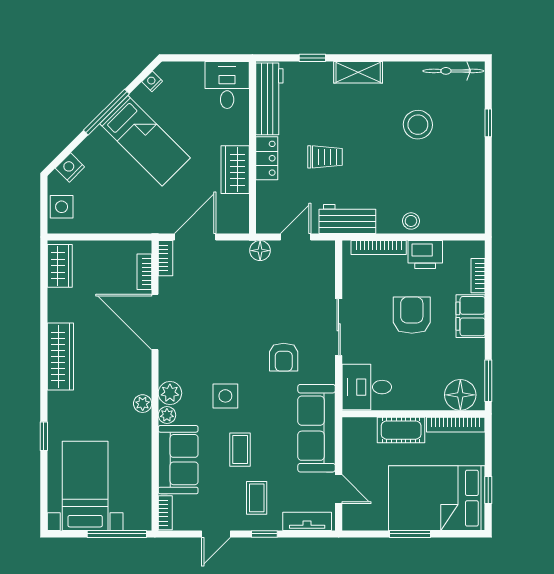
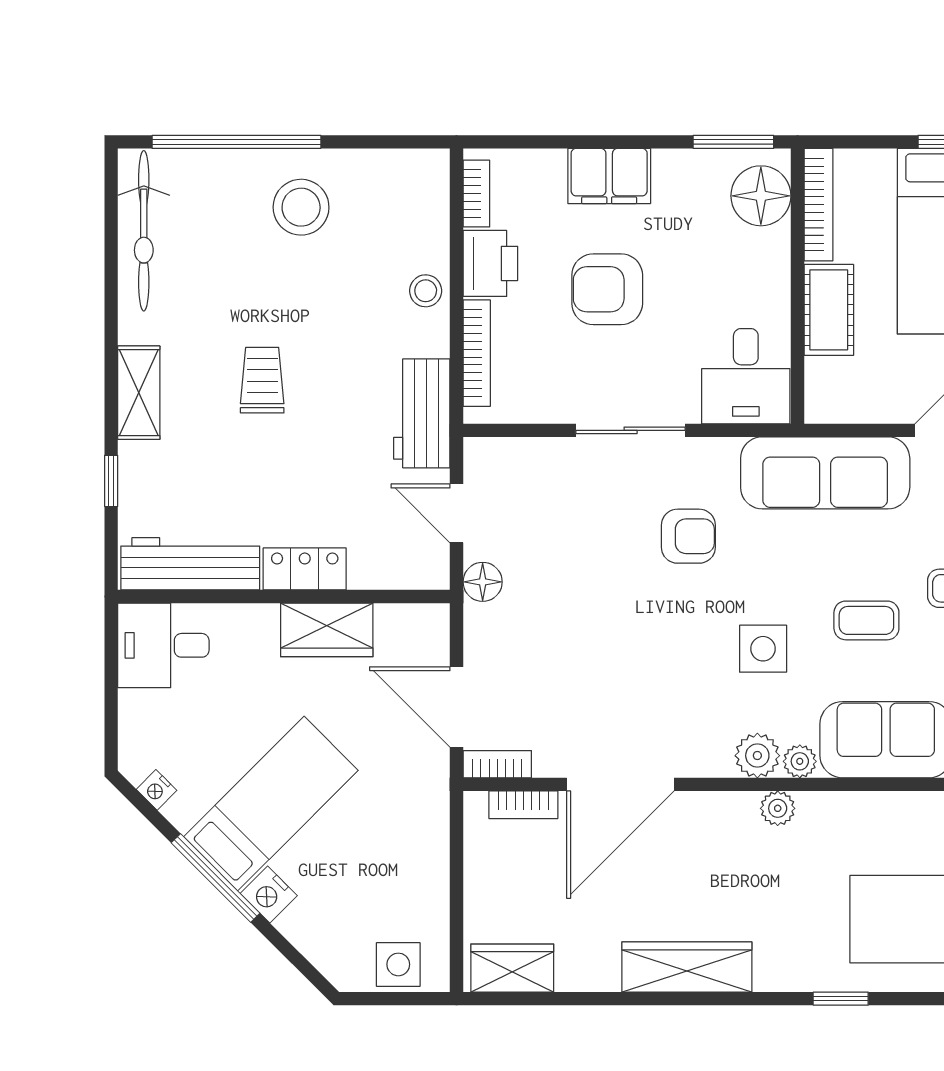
bicycle: (453, 71) -> (144, 231), width x1.37, depth x1.40
window: (488, 123) -> (236, 142), width x3.17
stool: (418, 125) -> (301, 207), moved
trolley: (325, 157) -> (262, 380), moved
nightstand: (70, 168) -> (269, 895), moved
bookcase: (478, 276) -> (476, 194), moved, turned -90

